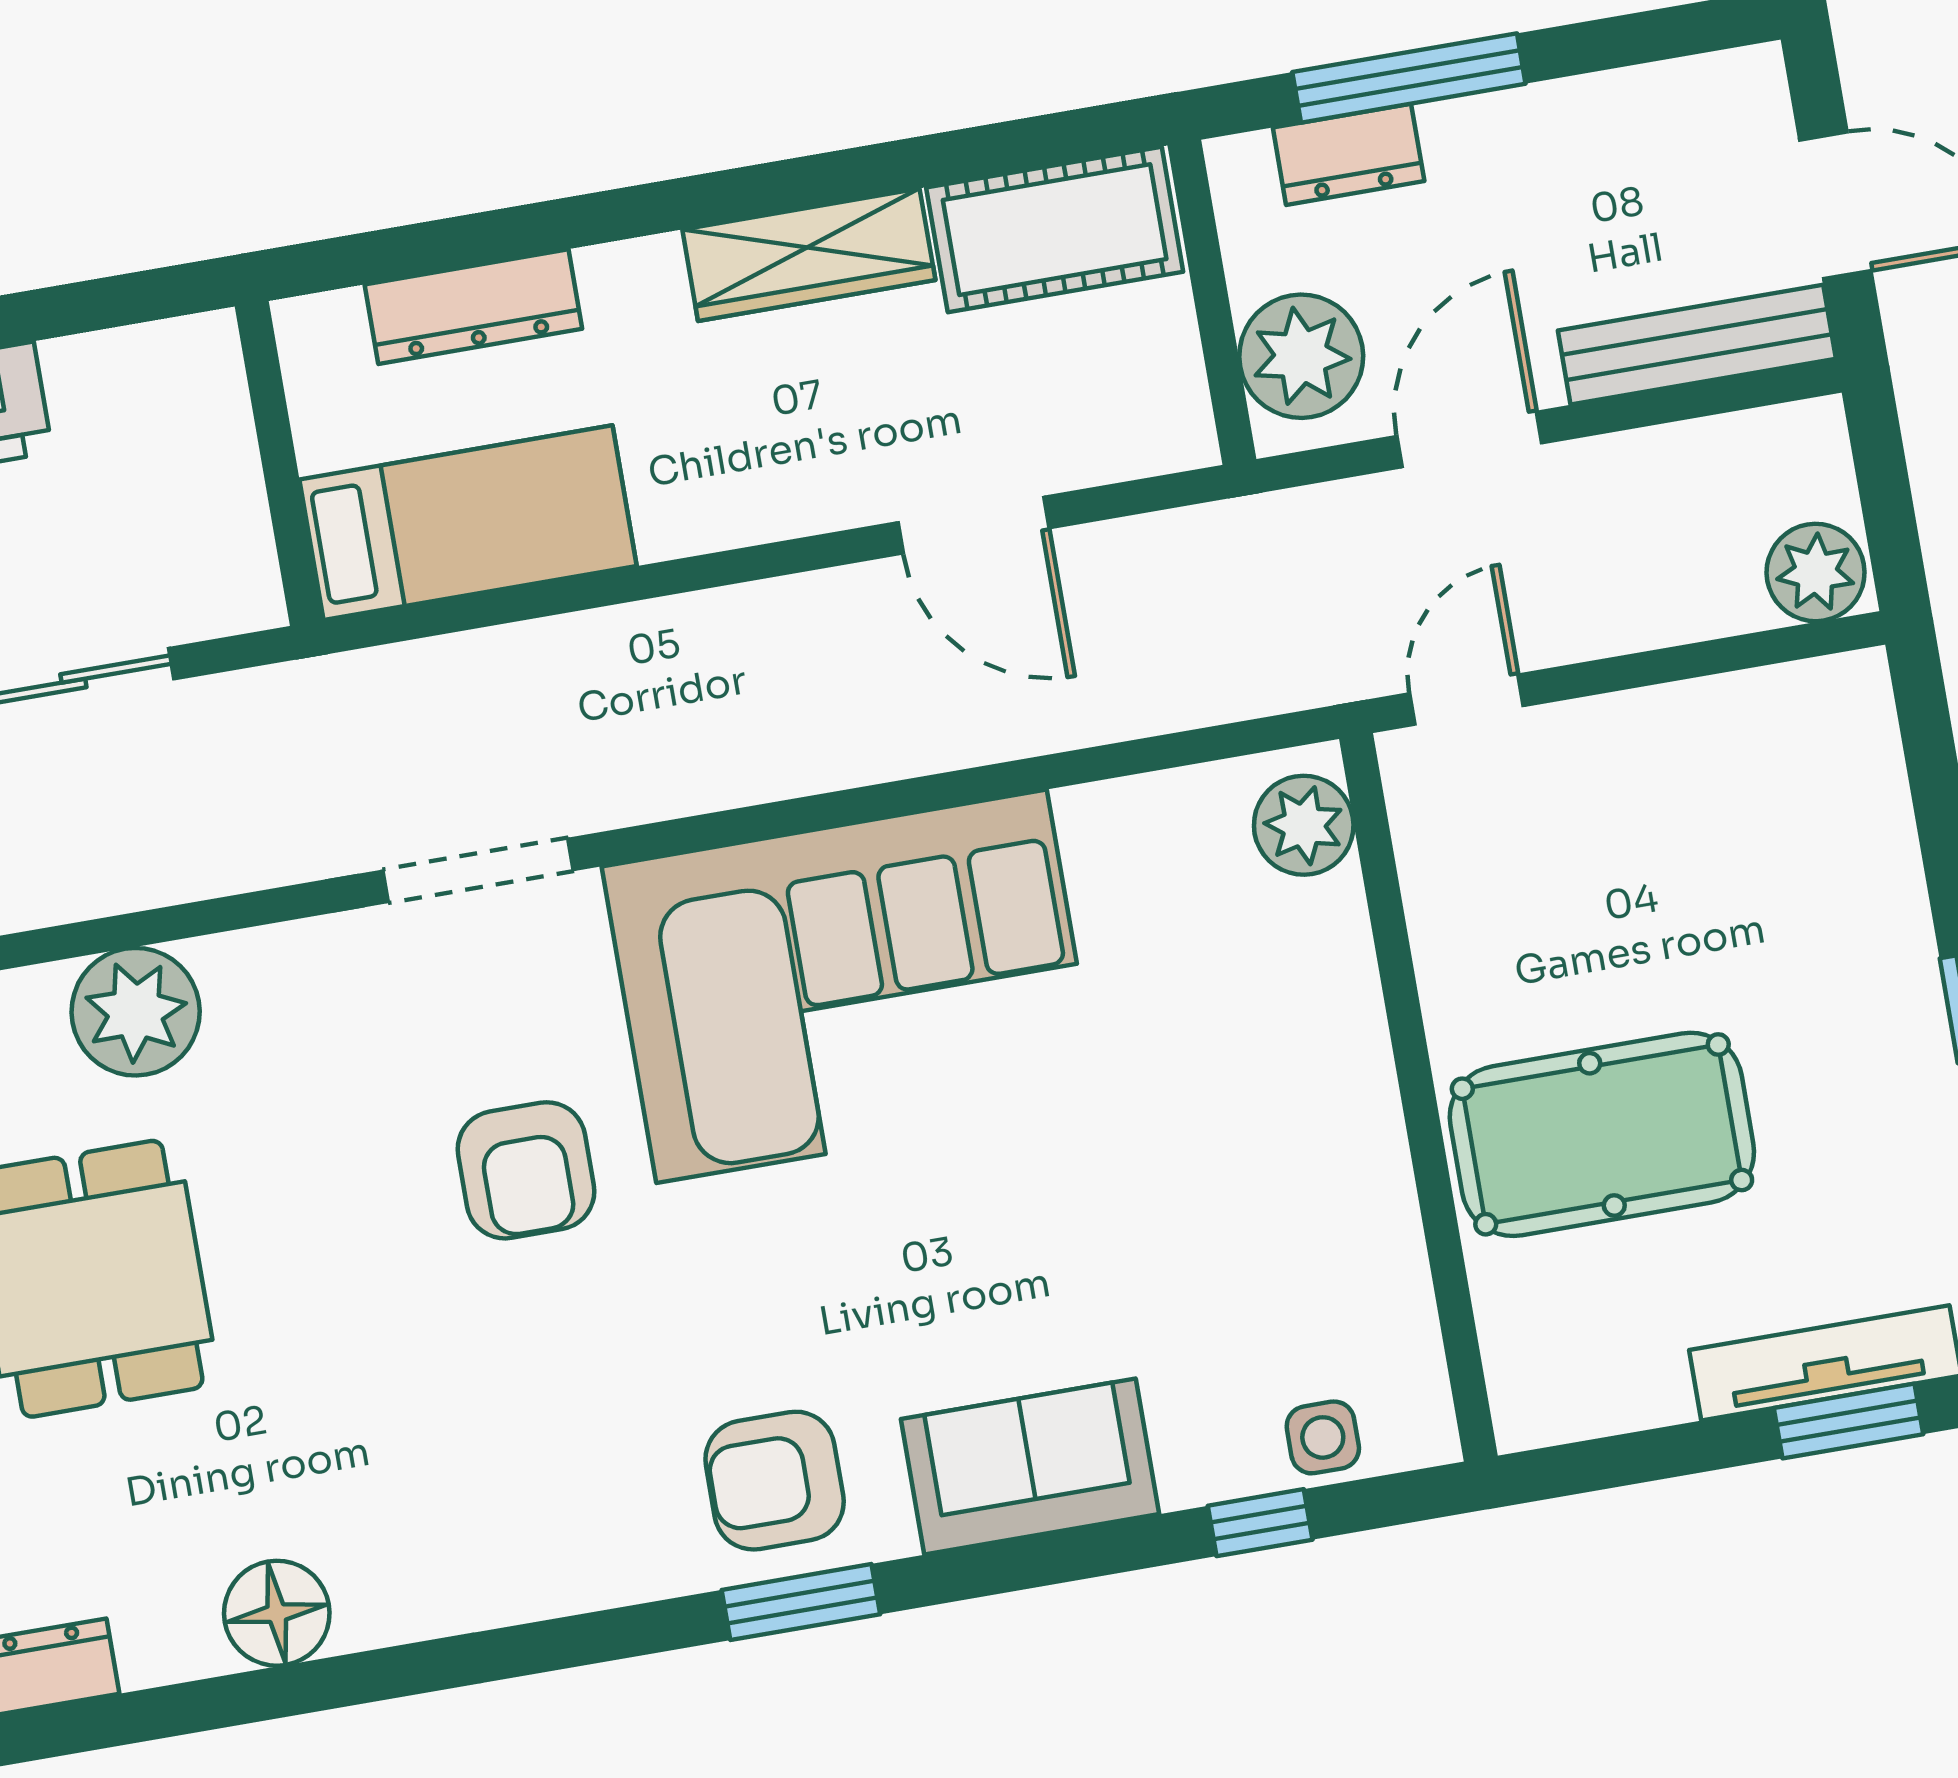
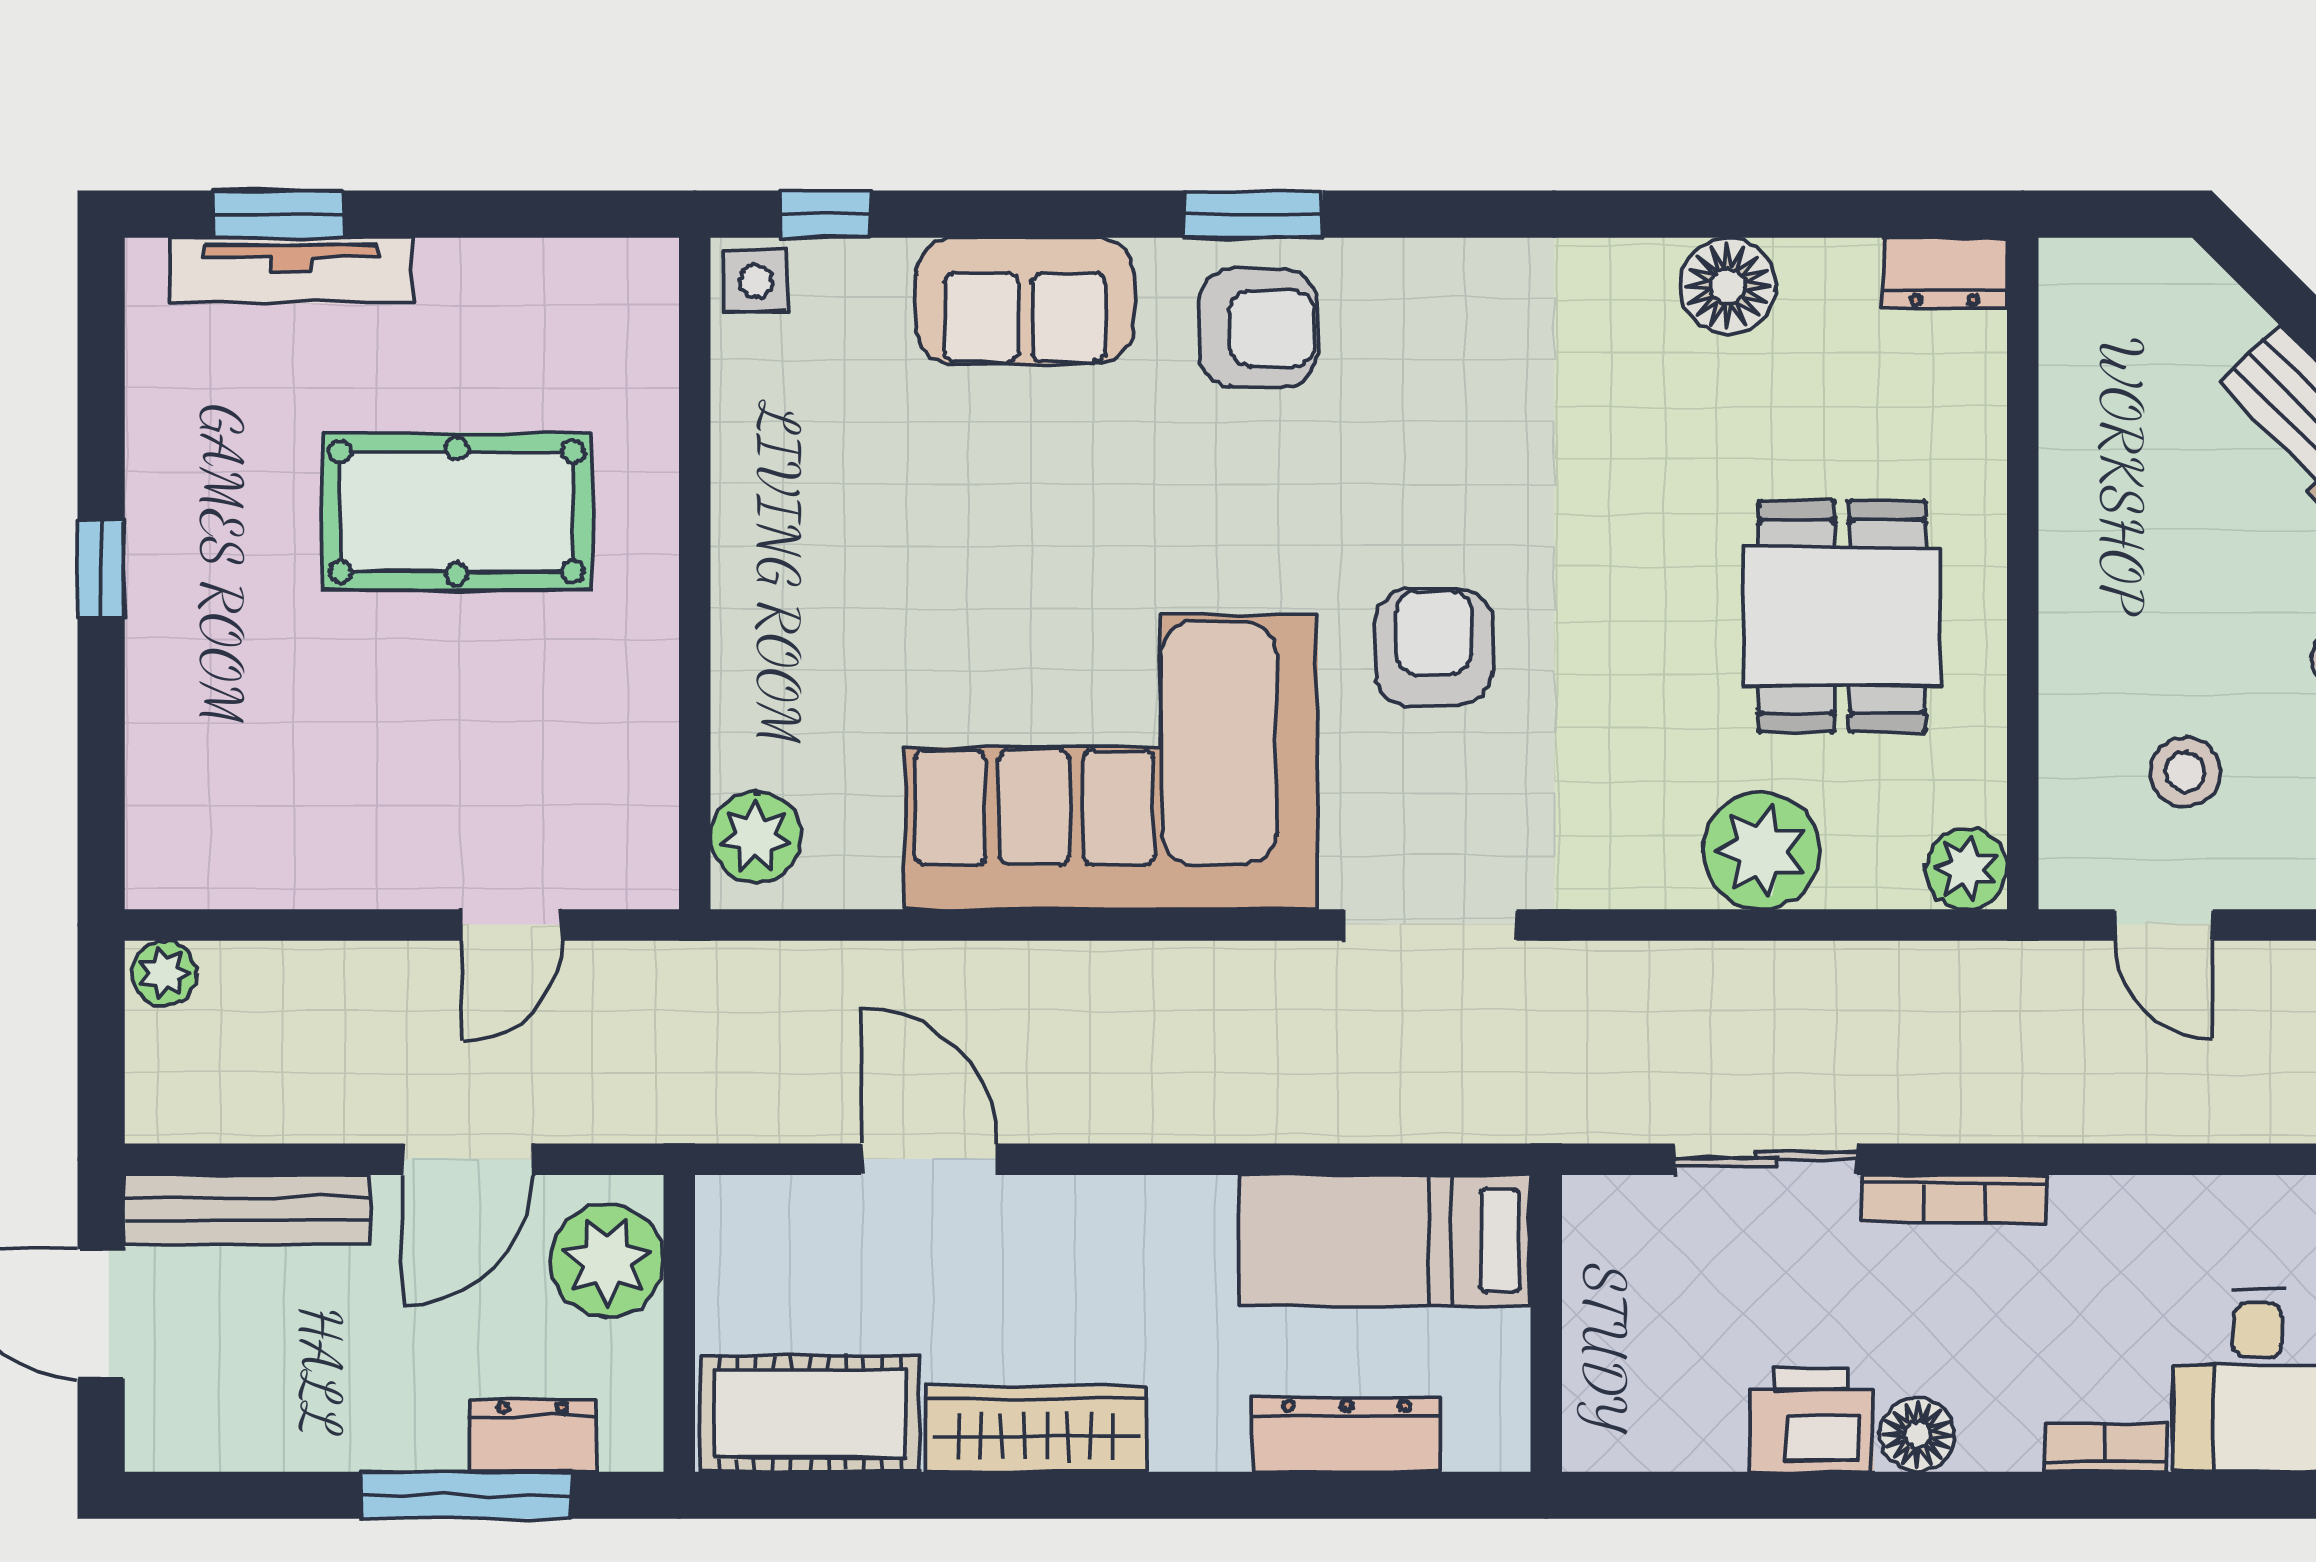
plant: (1816, 572) -> (164, 973), width x0.73, depth x0.73
plant: (1304, 825) -> (756, 837), moved
wall: (1418, 1097) -> (695, 573), moved

